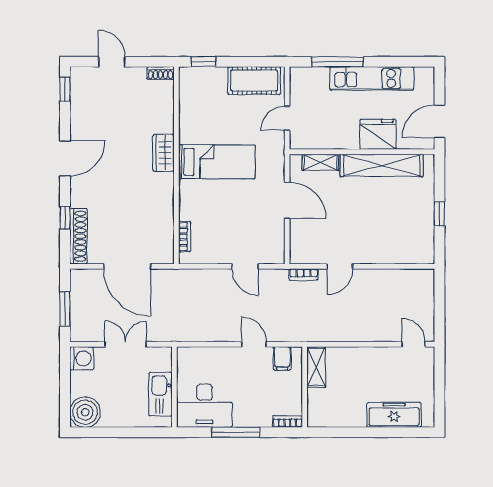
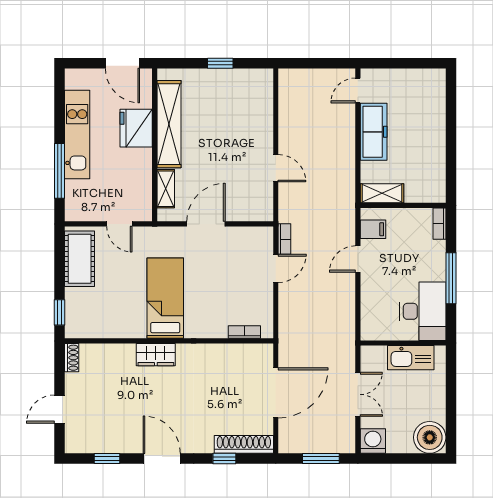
window: (65, 89) -> (107, 459), moved
bookcase: (304, 275) -> (284, 239), moved
double door: (126, 344) -> (358, 394), swing flipped
freezer: (394, 415) -> (374, 132), moved, turned 180

